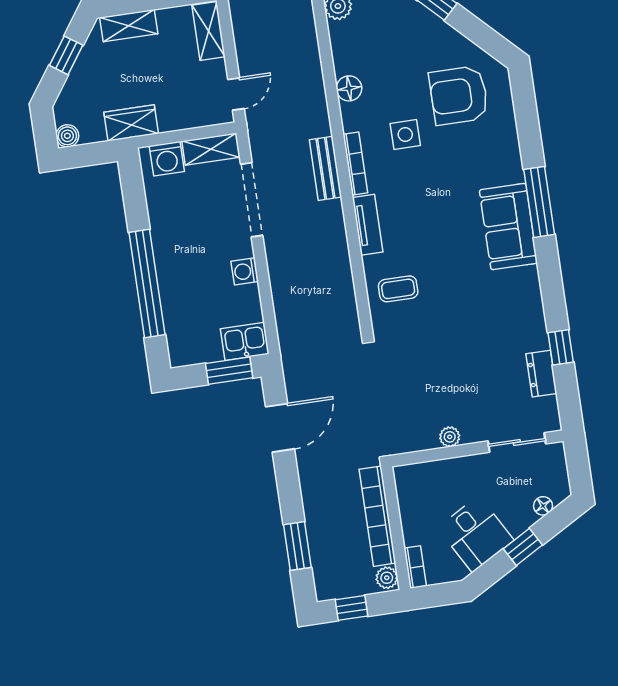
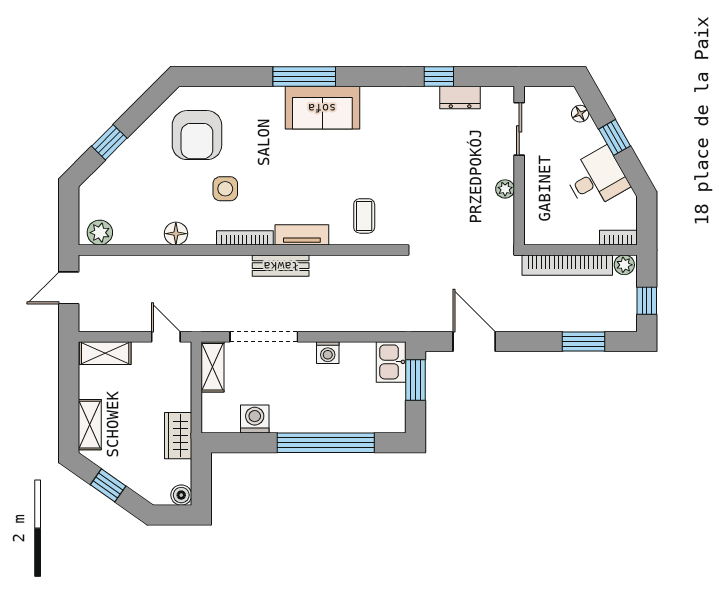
washing machine: (167, 159) -> (255, 419), moved, turned -90
bench: (325, 168) -> (281, 266), moved

